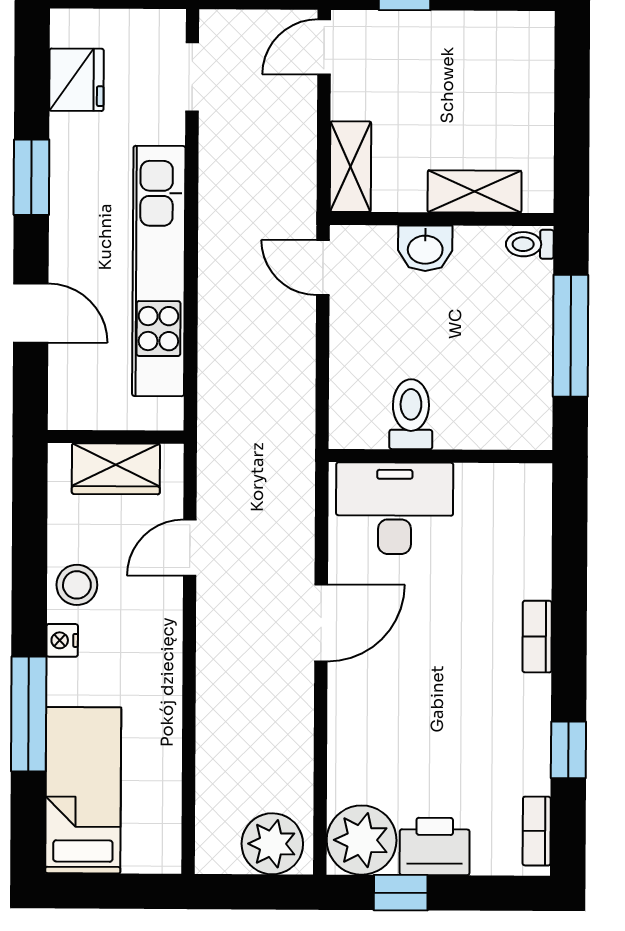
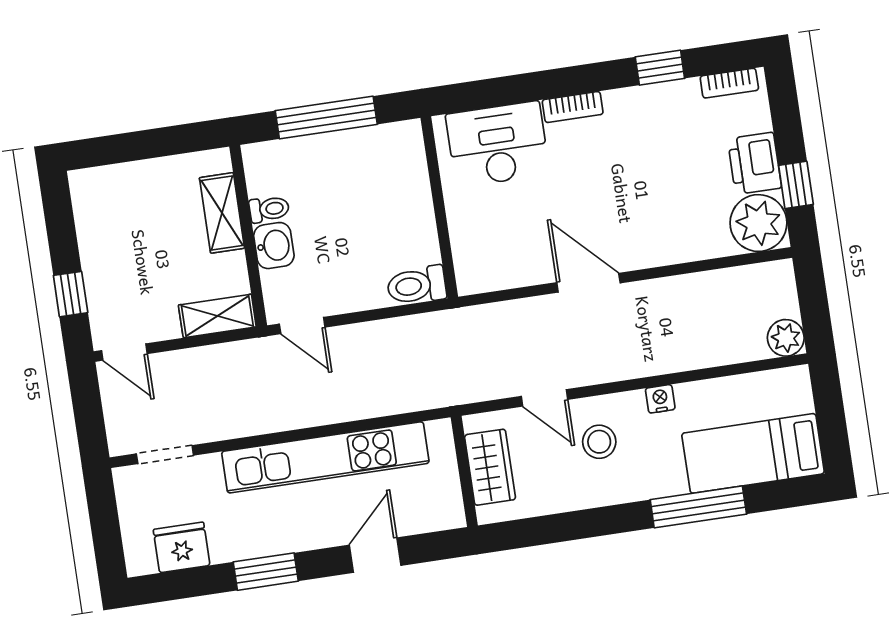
toilet: (530, 244) -> (269, 209), moved, turned -90
door: (323, 268) -> (302, 326), hinge flipped
toilet: (411, 414) -> (417, 285), moved
desk: (395, 508) -> (498, 144), moved, turned 90
stool: (77, 585) -> (599, 442), moved
nightstand: (62, 640) -> (660, 399), moved, turned 180
plant: (272, 844) -> (786, 338), moved, width x0.73, depth x0.73

